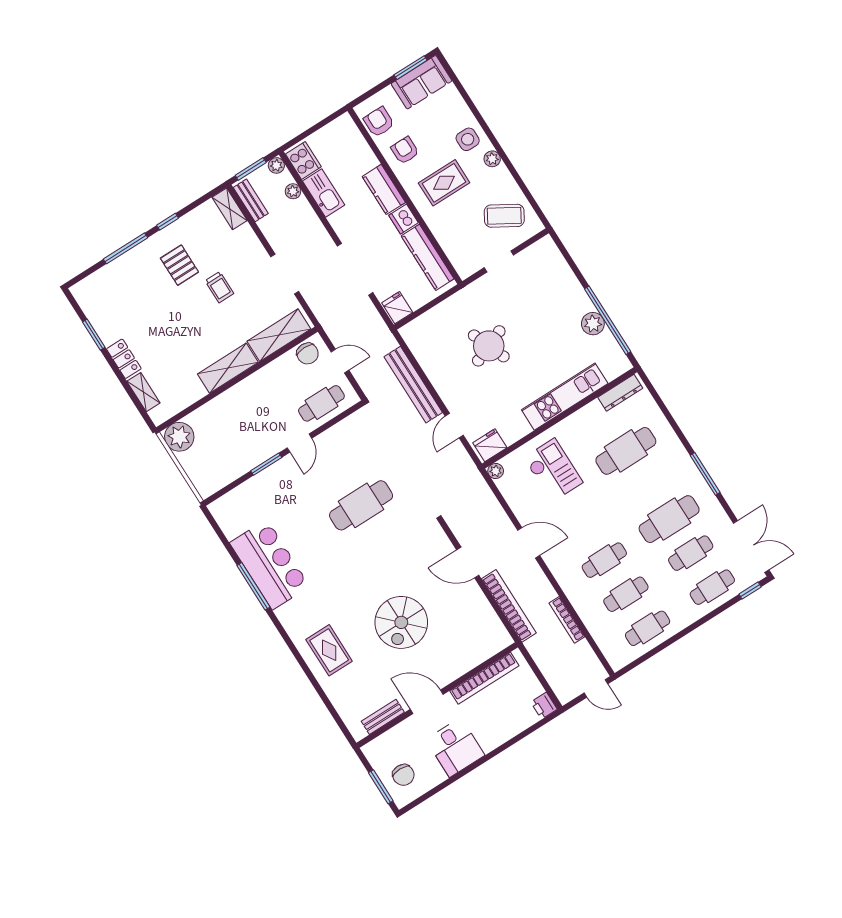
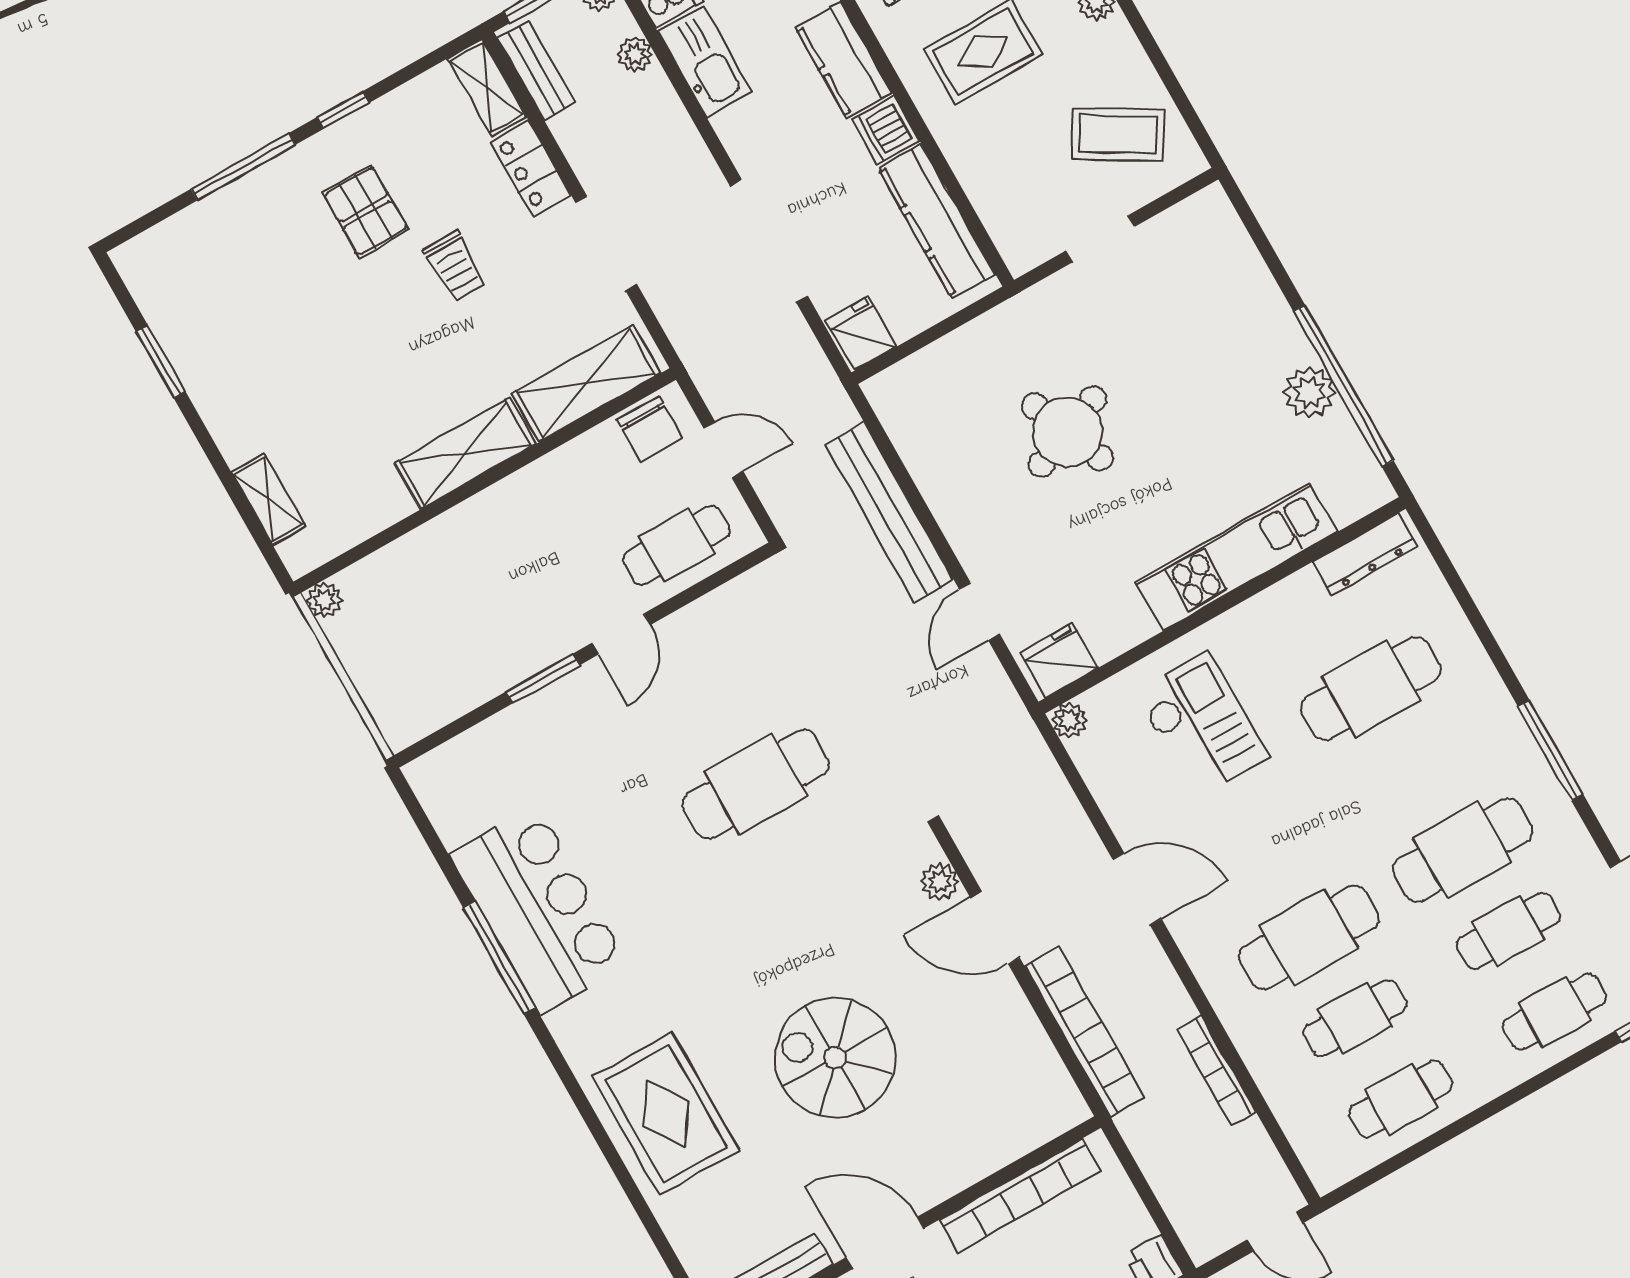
locker: (124, 359) -> (531, 168), moved, turned 180
plant: (179, 437) -> (324, 600), width x0.53, depth x0.53
plant: (443, 544) -> (940, 882), added
cafe table: (604, 560) -> (1309, 937), width x1.37, depth x1.35
spiral stairs: (401, 622) -> (835, 1058), turned 90
rug: (329, 650) -> (666, 1114), width x1.36, depth x1.43

